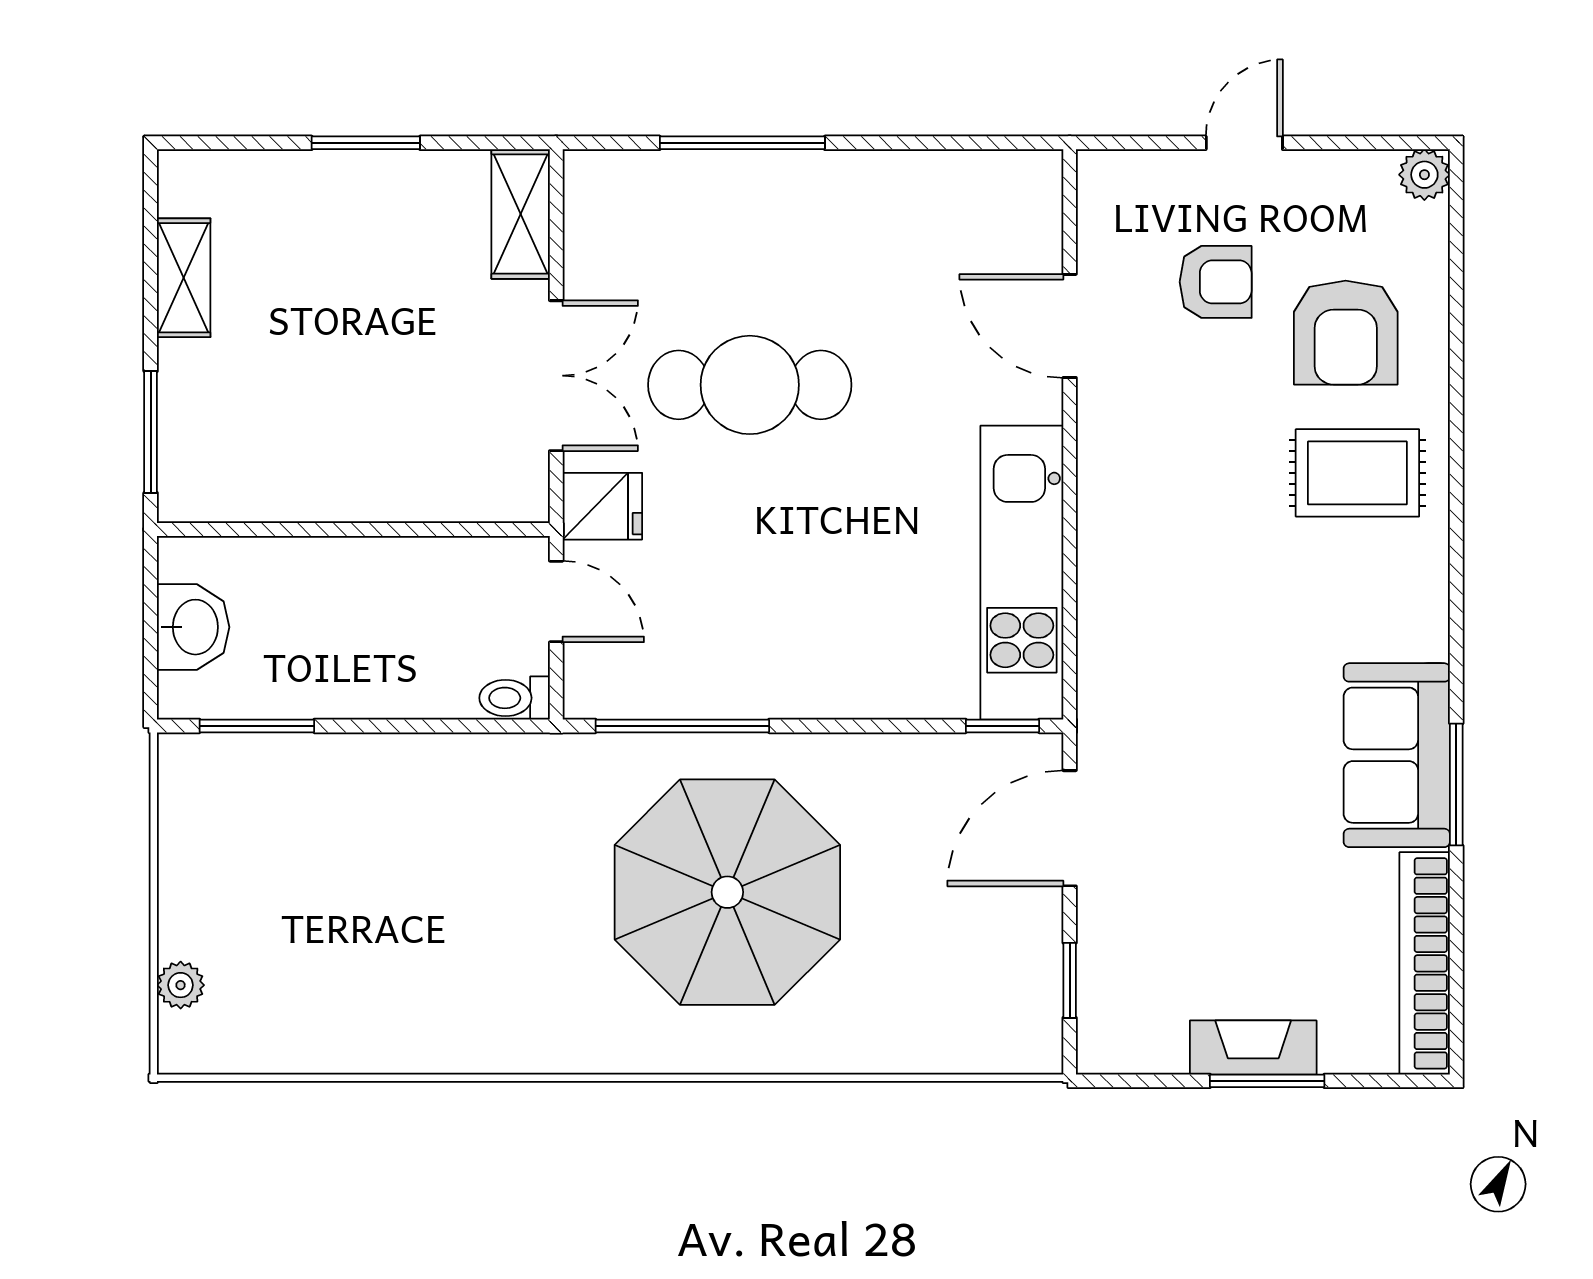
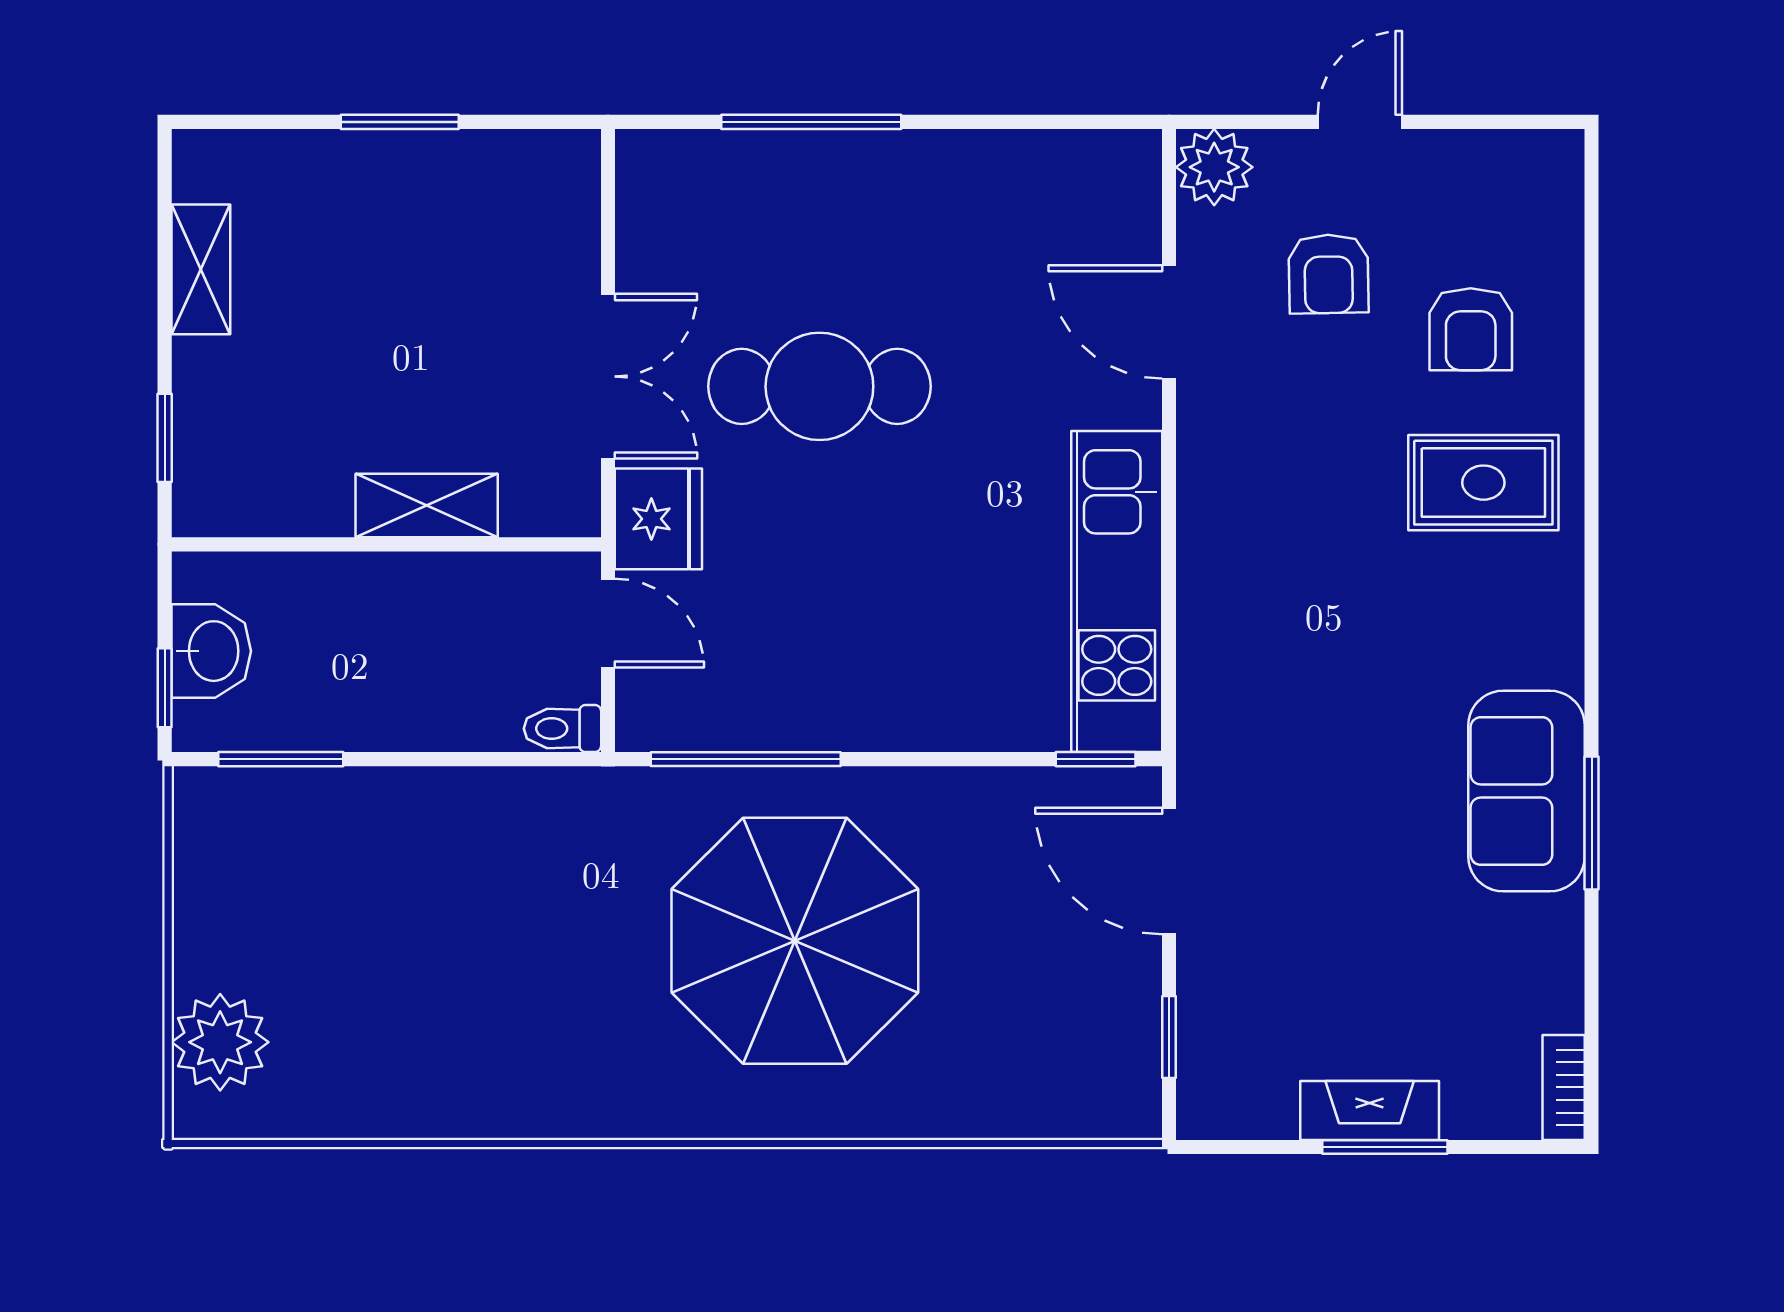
plant: (1424, 175) -> (1214, 167), moved, width x1.38, depth x1.38
shelving: (521, 214) -> (427, 506), moved, turned 90
armchair: (1216, 282) -> (1329, 274), turned 89
armchair: (1346, 333) -> (1471, 329), width x0.72, depth x0.72
window: (151, 432) -> (165, 438), width x0.67
fridge: (602, 506) -> (658, 519), width x1.38
window: (151, 661) -> (165, 688), added
door: (1070, 828) -> (1169, 871), hinge flipped
bookcase: (1425, 963) -> (1564, 1087), width x0.43, depth x0.76
plant: (181, 985) -> (220, 1042), width x1.88, depth x1.88

